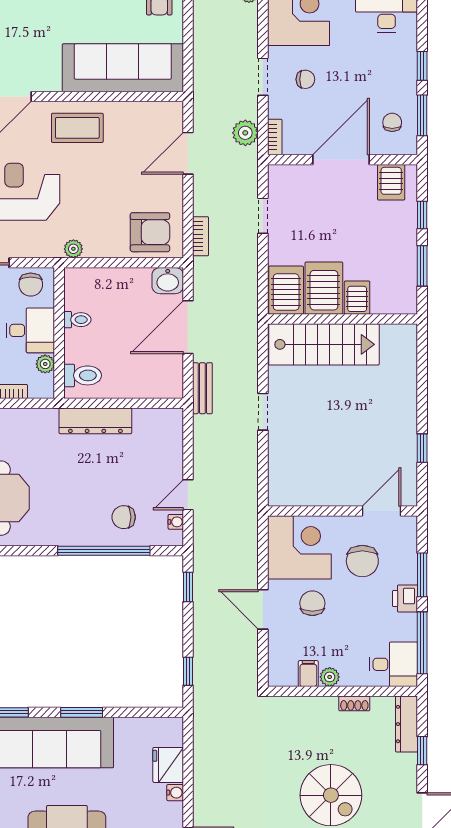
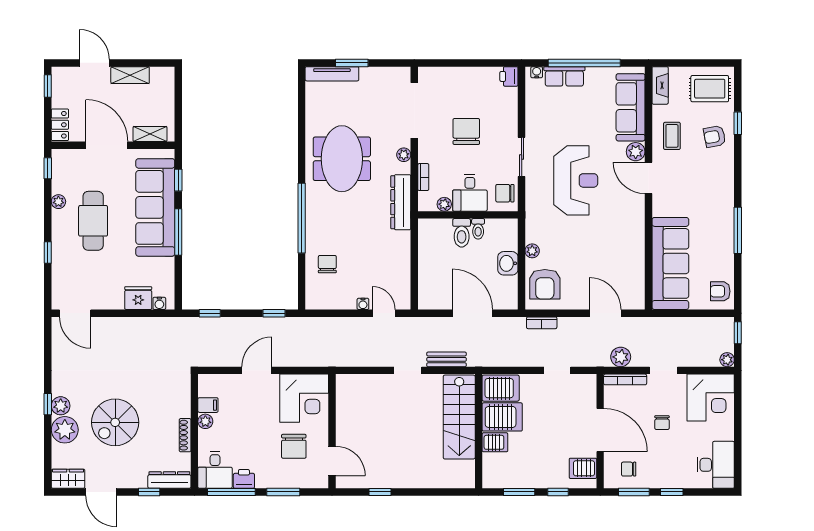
chair: (305, 79) -> (662, 423), moved
chair: (392, 122) -> (629, 469), turned 180
coffee table: (77, 128) -> (624, 229), removed
bookcase: (275, 137) -> (625, 379), width x1.56
plant: (73, 249) -> (532, 251), moved
washbasin: (168, 281) -> (508, 263), moved
toilet: (83, 375) -> (462, 233), moved
bench: (202, 388) -> (447, 359), moved
dresser: (95, 421) -> (401, 202), moved
door: (188, 495) -> (384, 313), moved
water cooler: (176, 522) -> (363, 304), moved
window: (104, 551) -> (302, 218), moved
chair: (362, 561) -> (294, 446), turned -90
printer: (405, 599) -> (244, 479), moved
chair: (312, 603) -> (262, 408), removed
shoe rack: (354, 703) -> (185, 435), width x1.43
window: (82, 712) -> (178, 232), width x1.44
water cooler: (175, 793) -> (159, 303), moved

